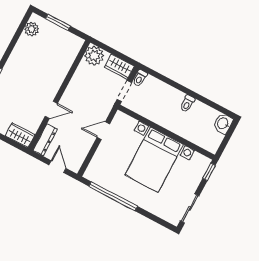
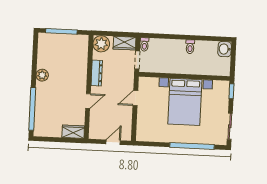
window: (58, 22) -> (61, 31), width x1.44
plant: (32, 29) -> (42, 75), moved
dresser: (45, 140) -> (97, 73), moved
door: (57, 167) -> (113, 142), hinge flipped
window: (113, 196) -> (192, 146), moved

